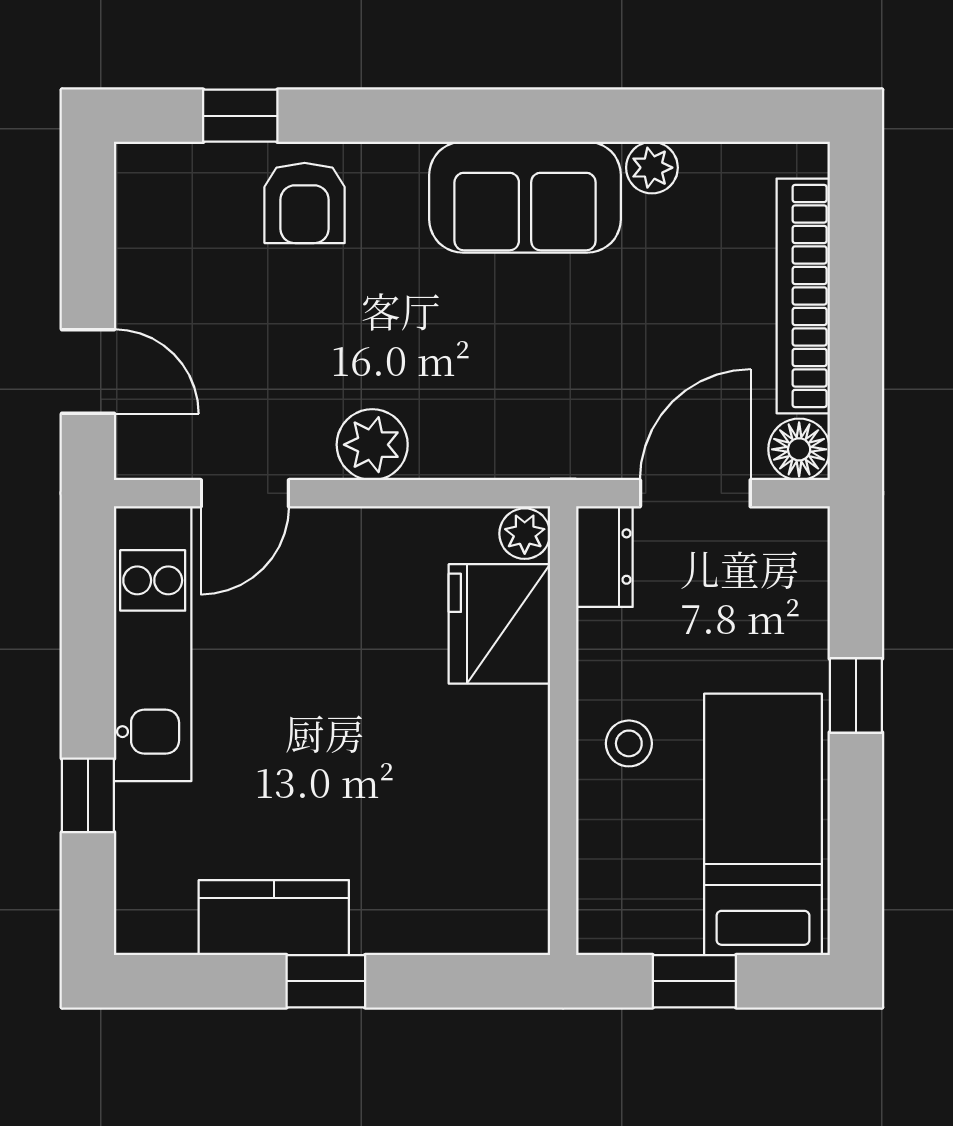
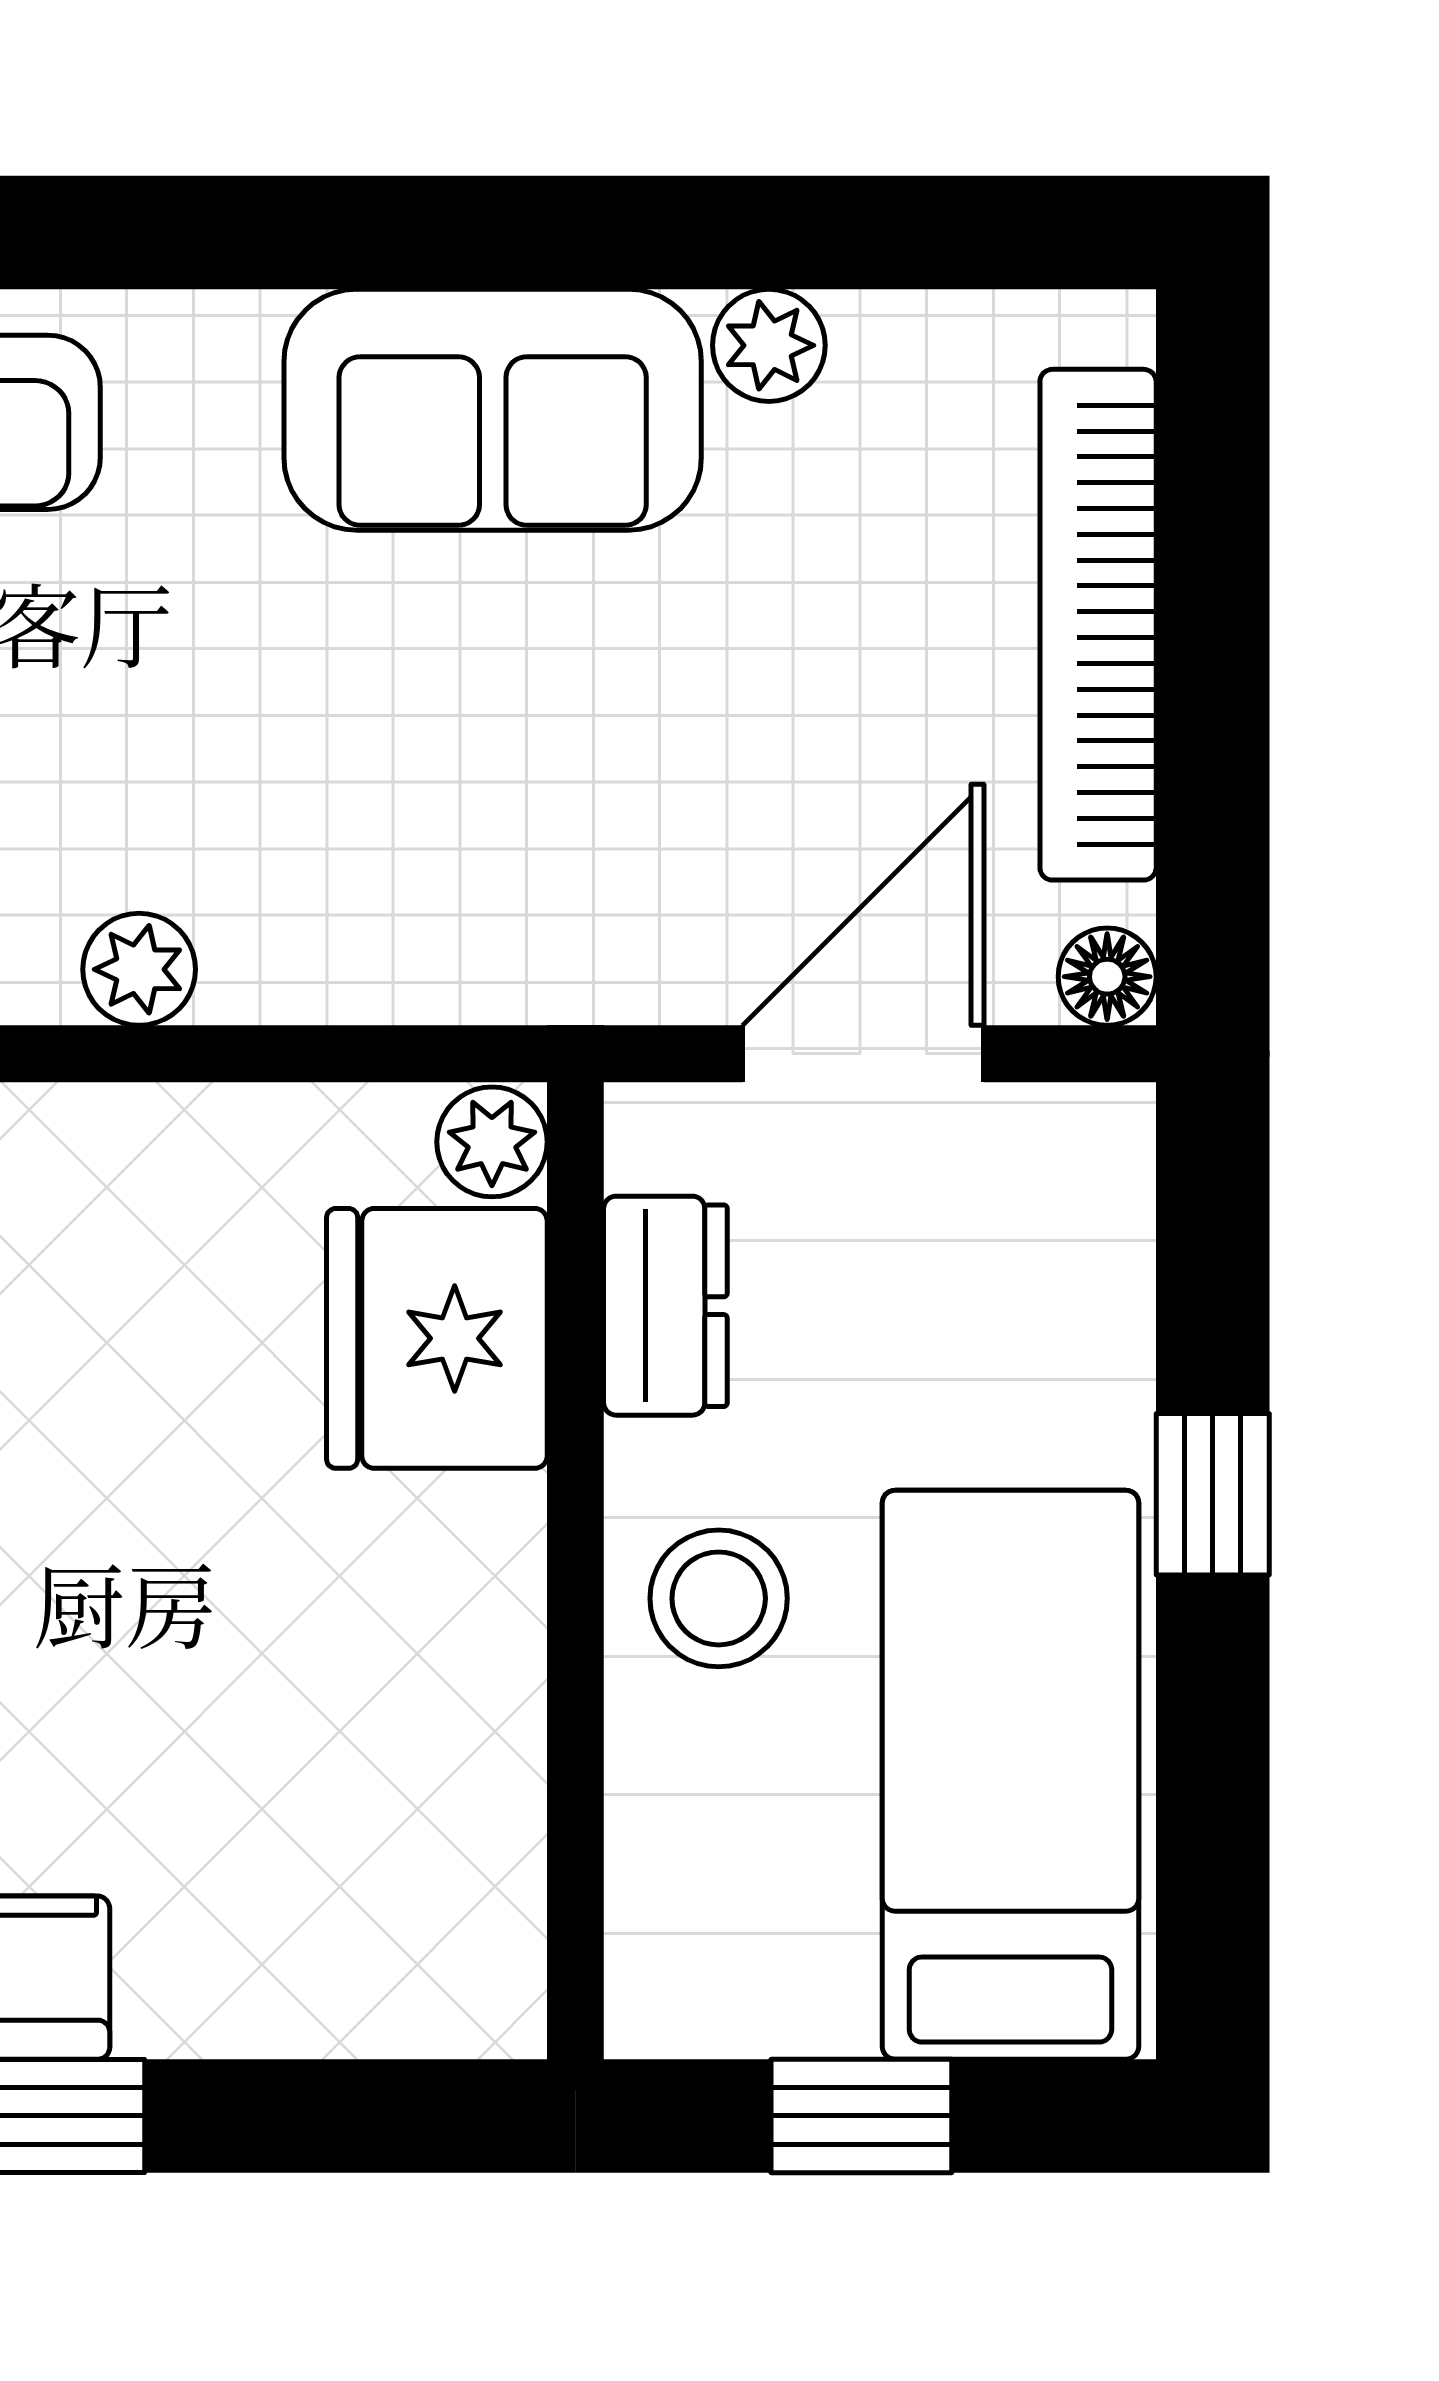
plant: (372, 445) -> (139, 969), width x0.73, depth x0.73
floor lamp: (799, 449) -> (1107, 977), width x0.73, depth x0.73
dresser: (604, 557) -> (665, 1306), moved
stool: (629, 743) -> (719, 1598), width x1.37, depth x1.37

